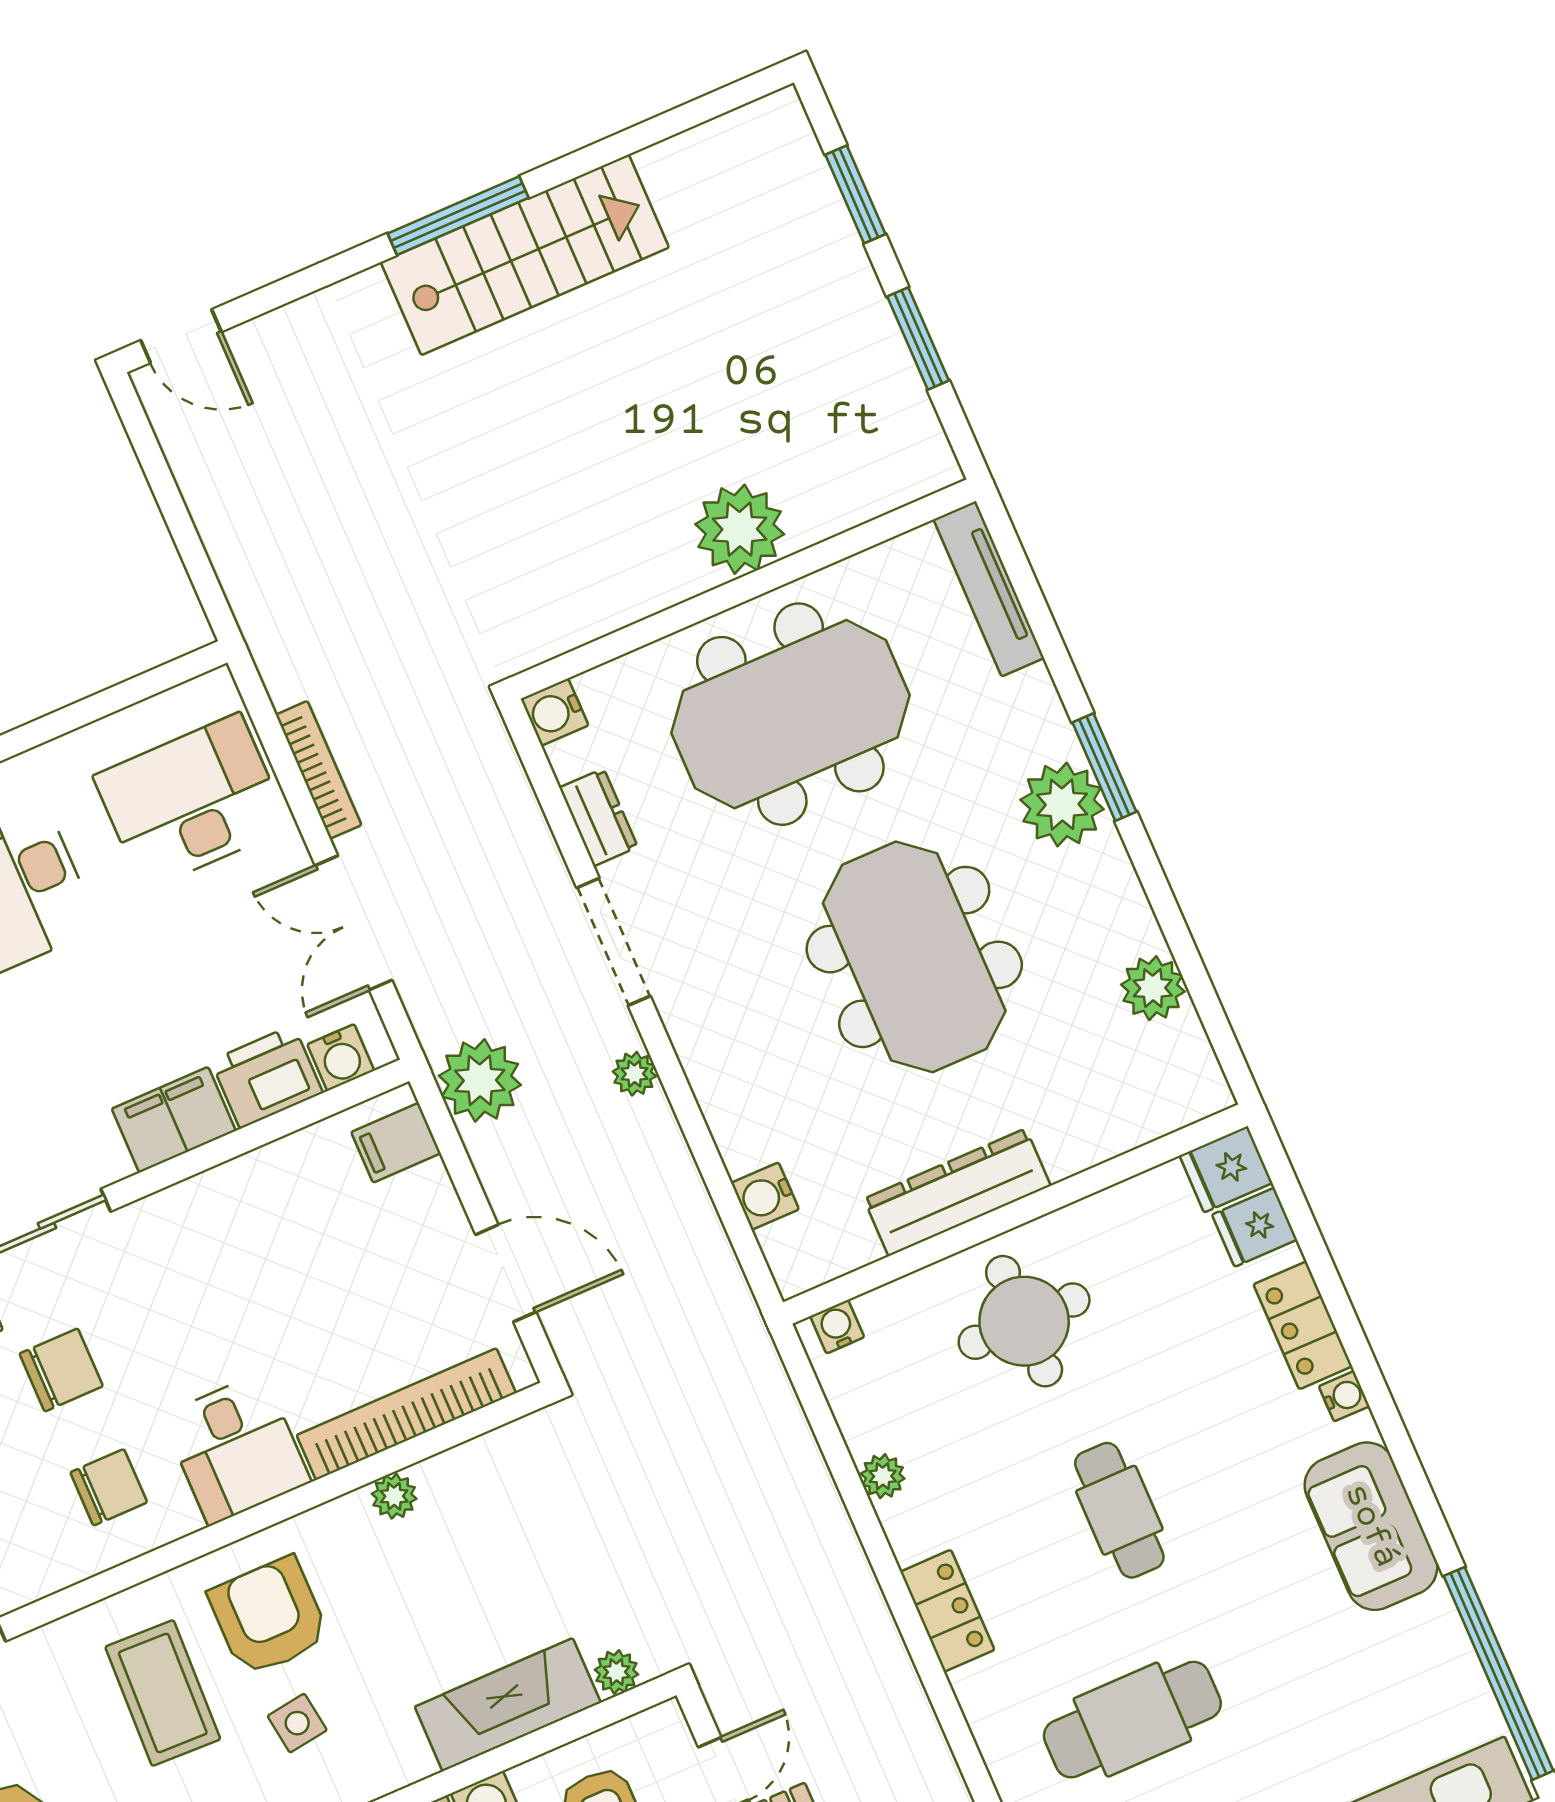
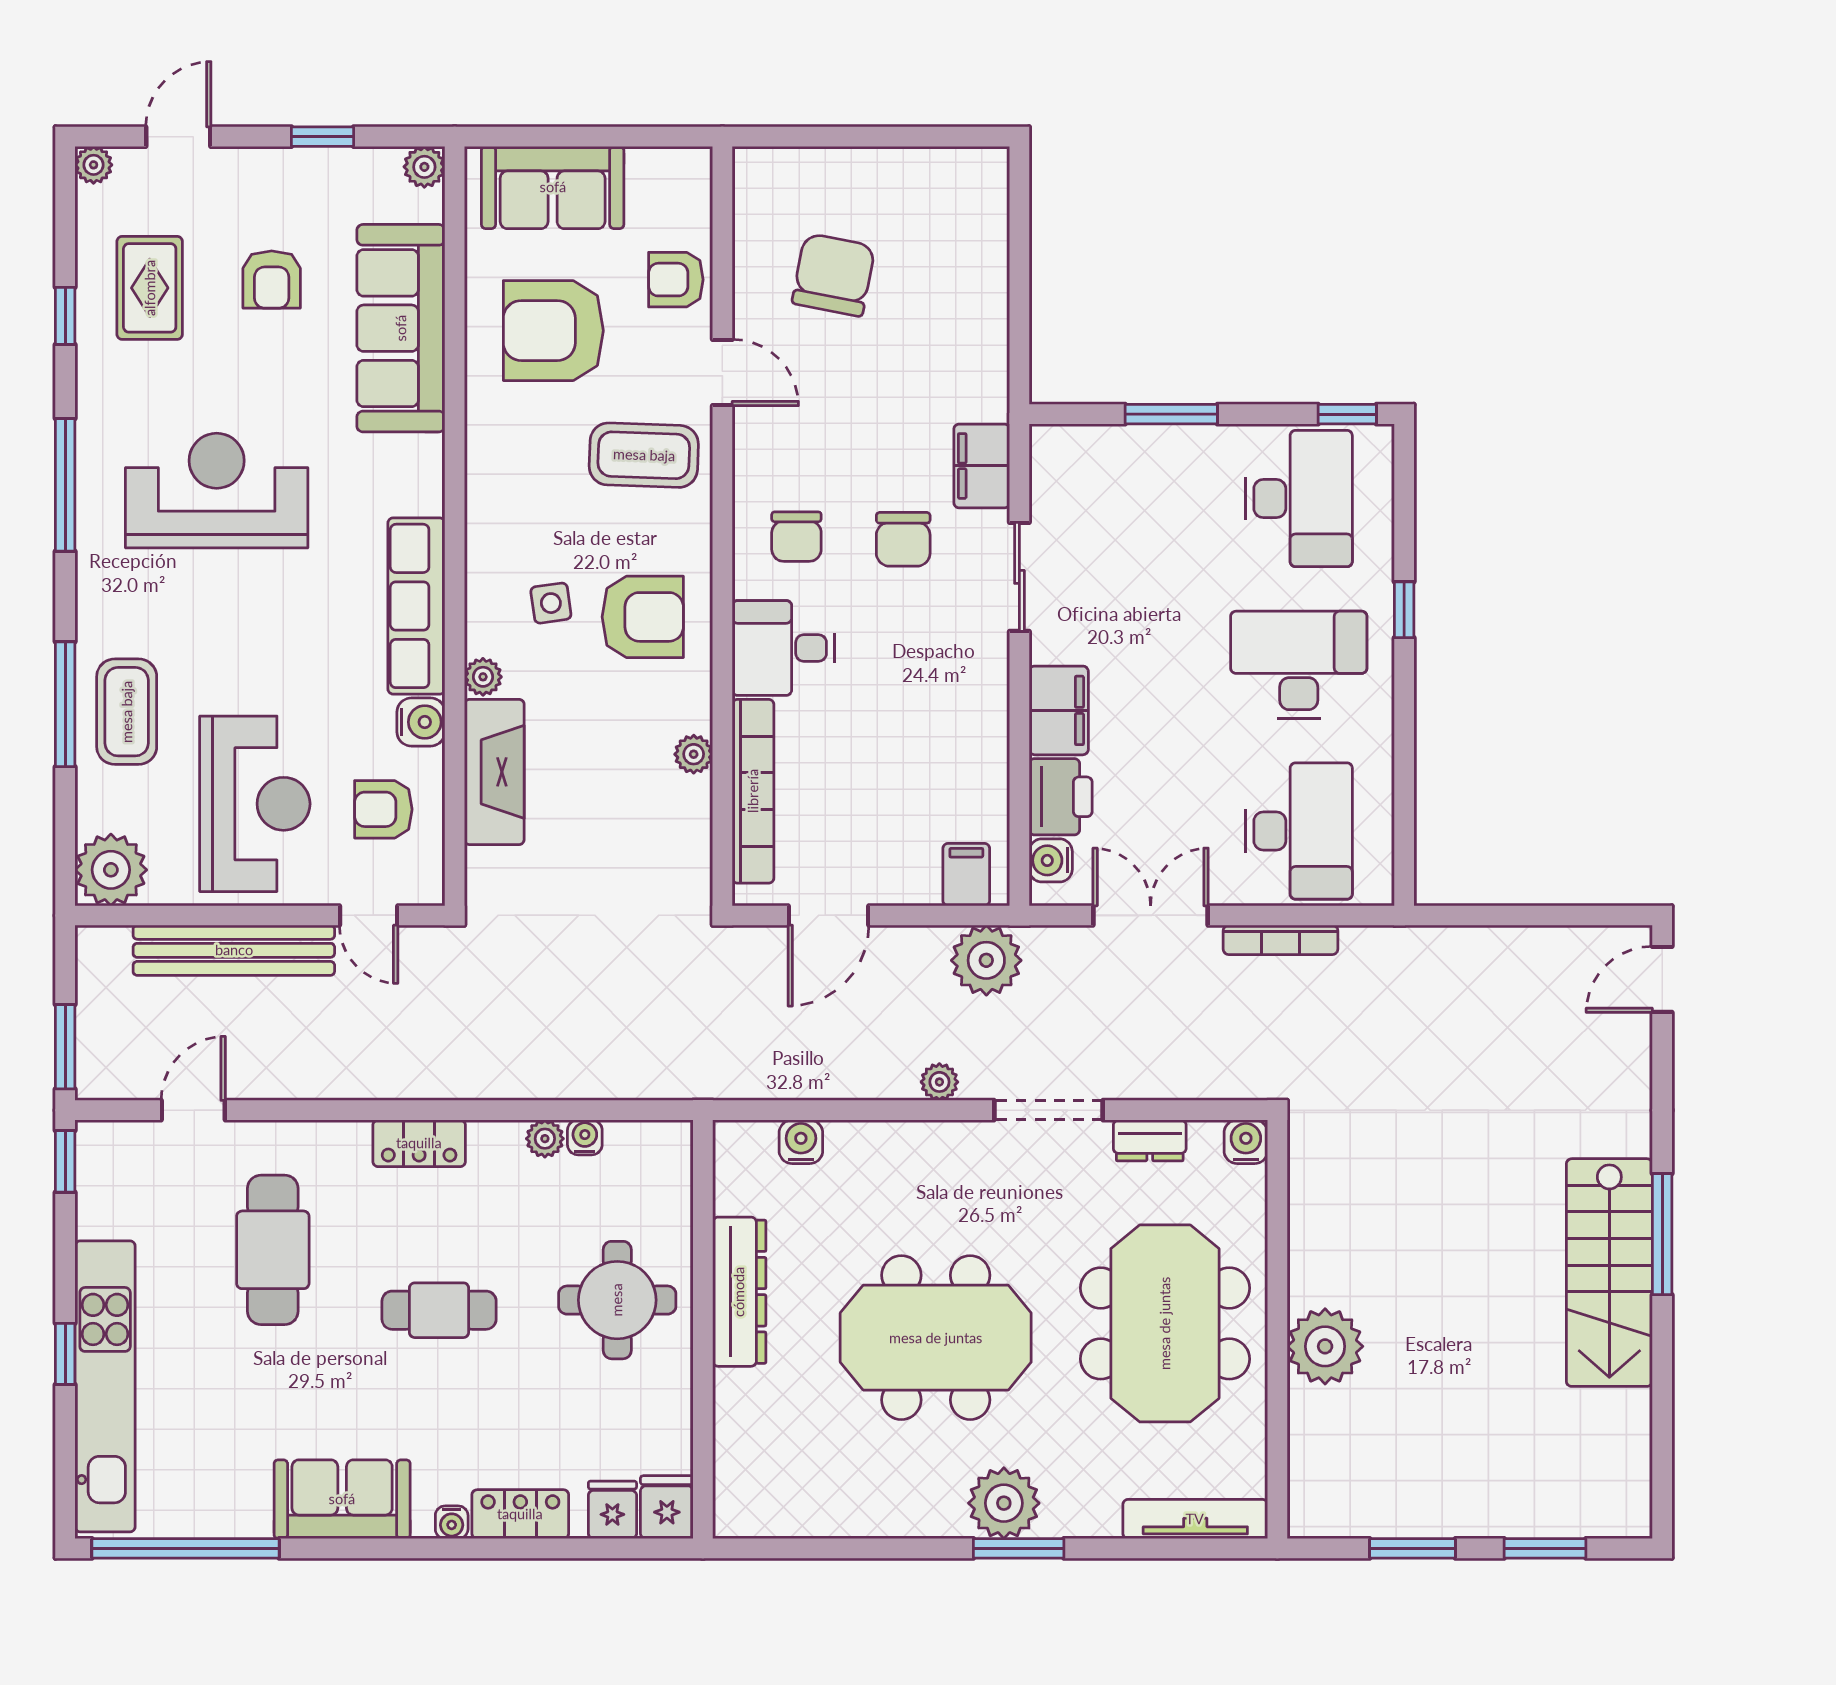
plant: (1153, 988) -> (831, 1512), removed
water cooler: (837, 1327) -> (585, 1137), moved, turned -90
plant: (617, 1672) -> (483, 677), moved
coffee table: (163, 1693) -> (644, 455), moved

